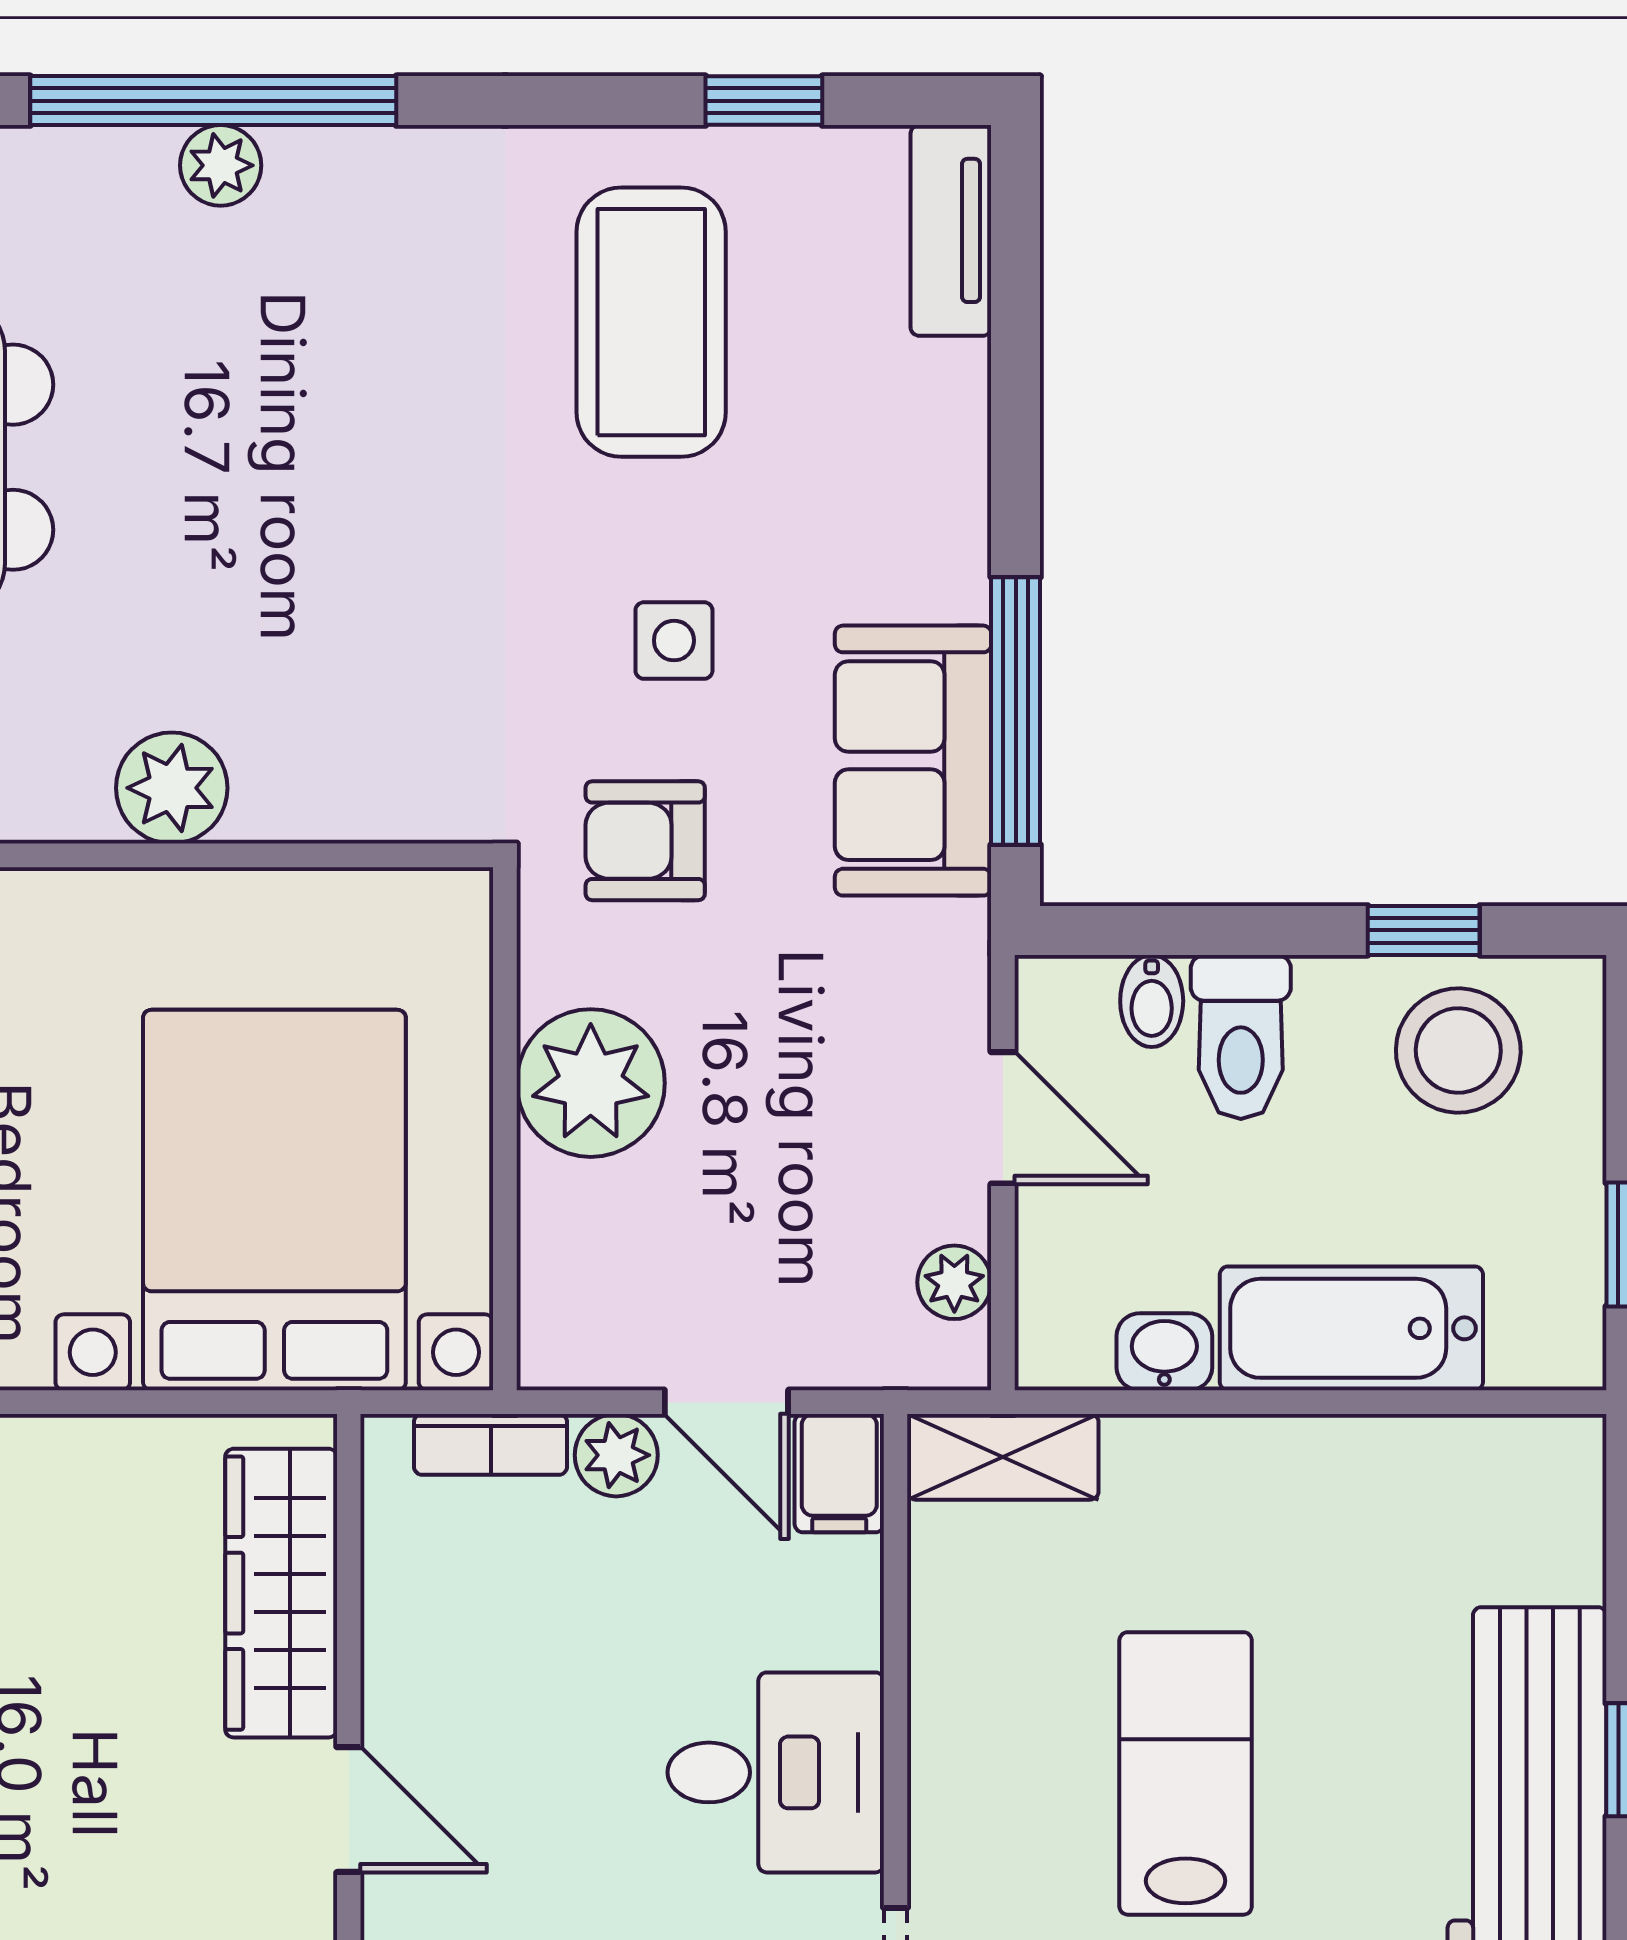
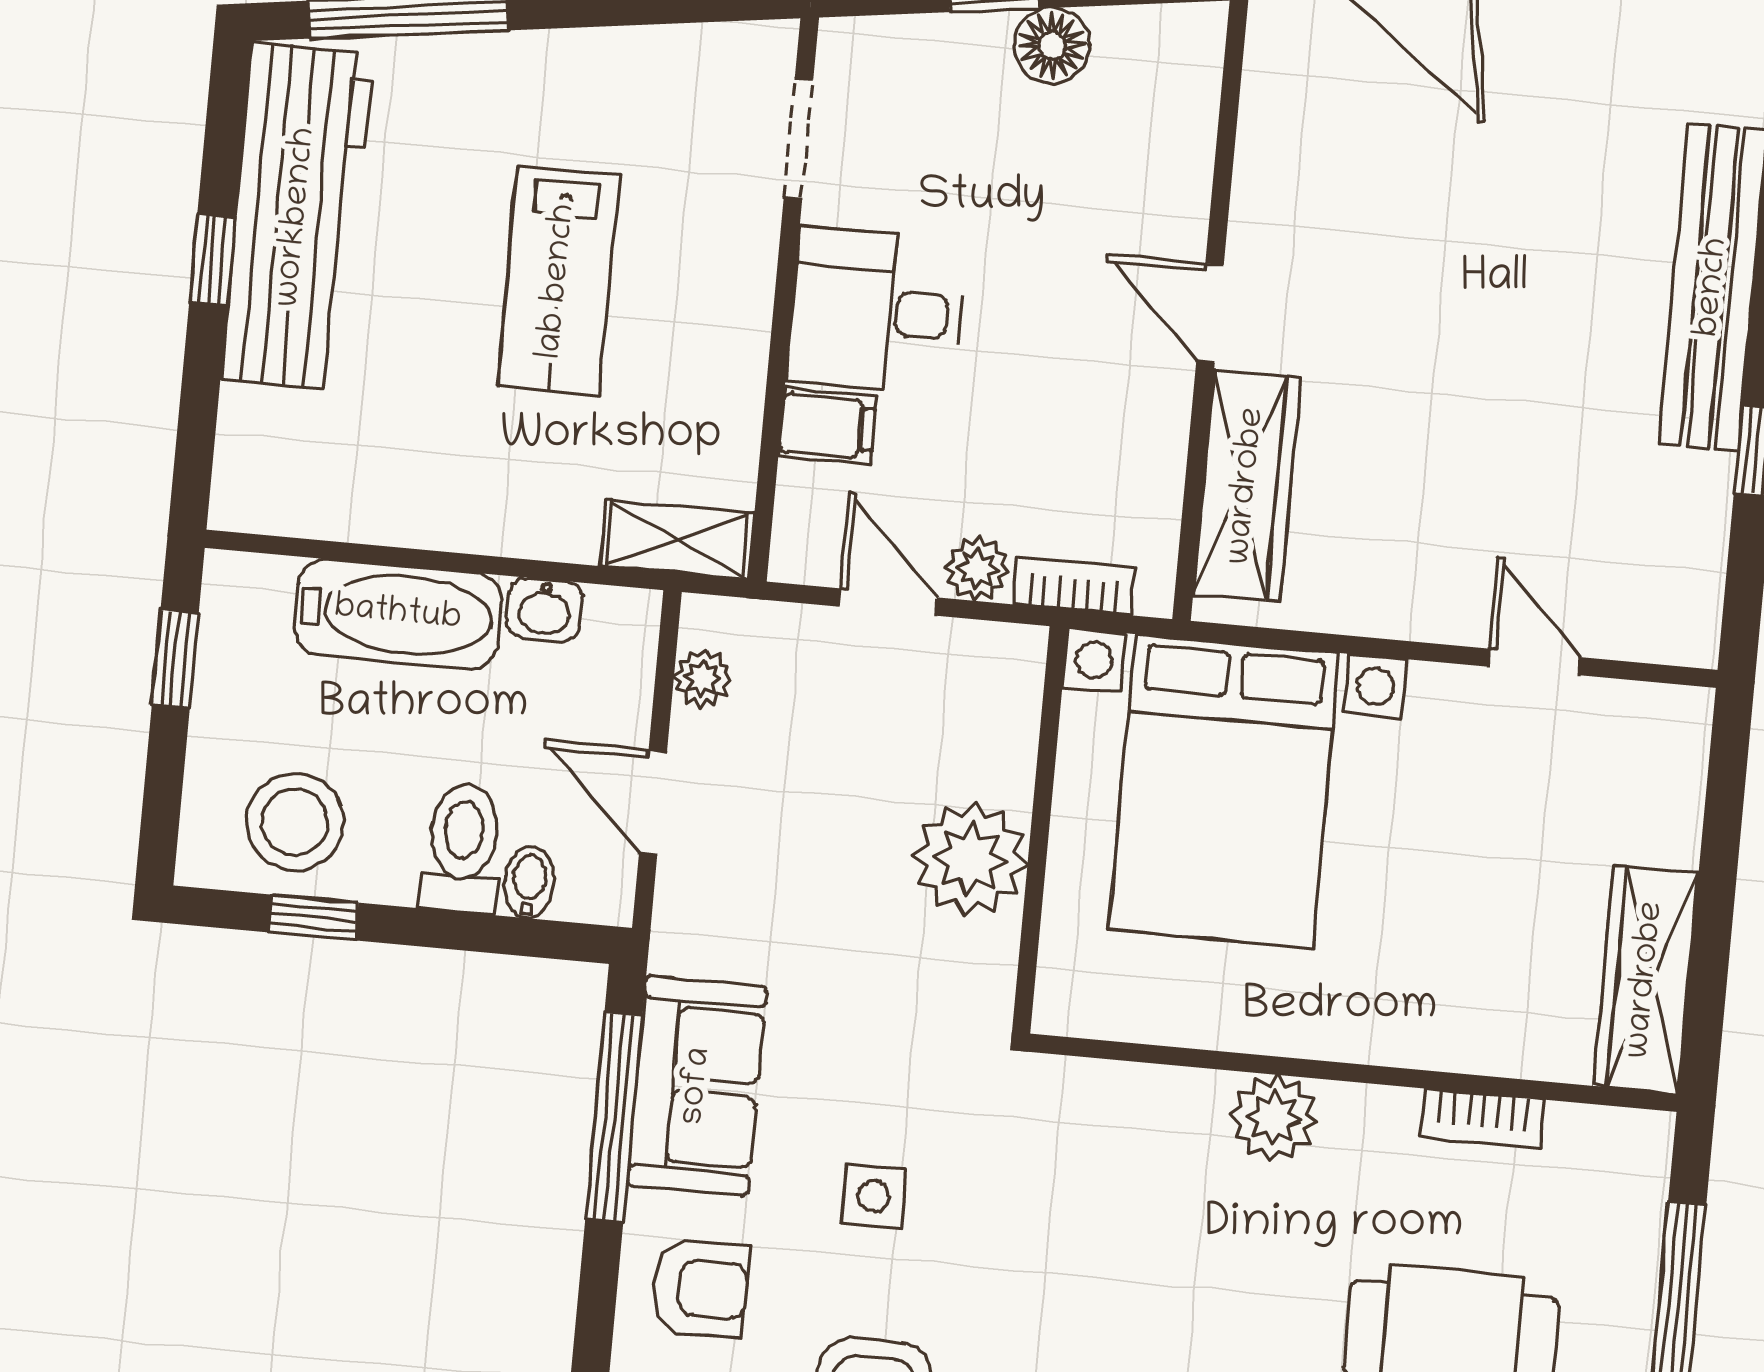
armchair: (645, 841) -> (700, 1288), moved
filing cabinet: (839, 1473) -> (827, 426), moved, turned 90

